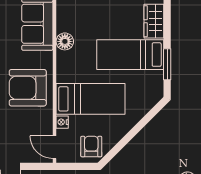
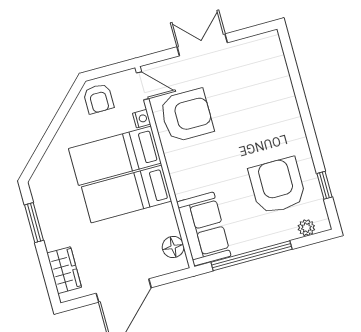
floor lamp: (65, 41) -> (173, 247), moved
bed: (130, 55) -> (127, 194), moved, turned 180
armchair: (28, 88) -> (187, 115), moved

